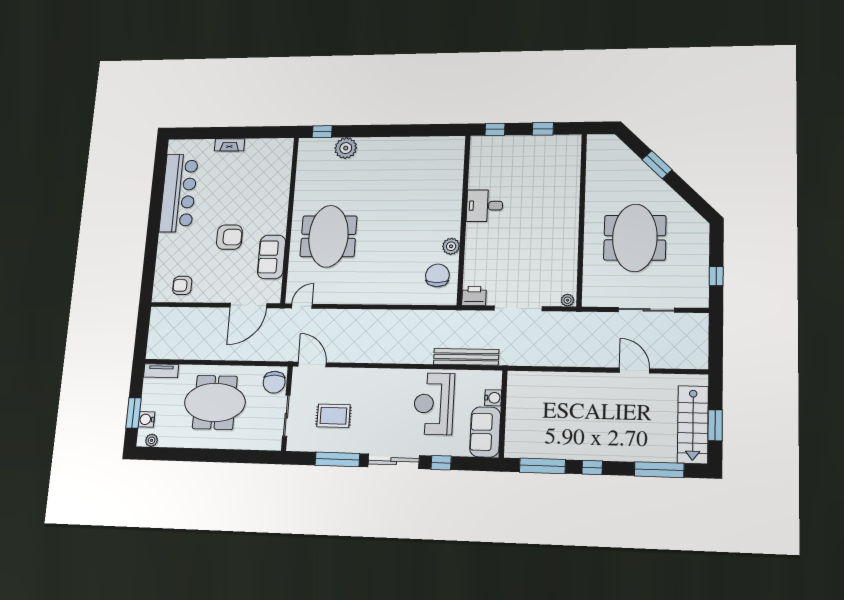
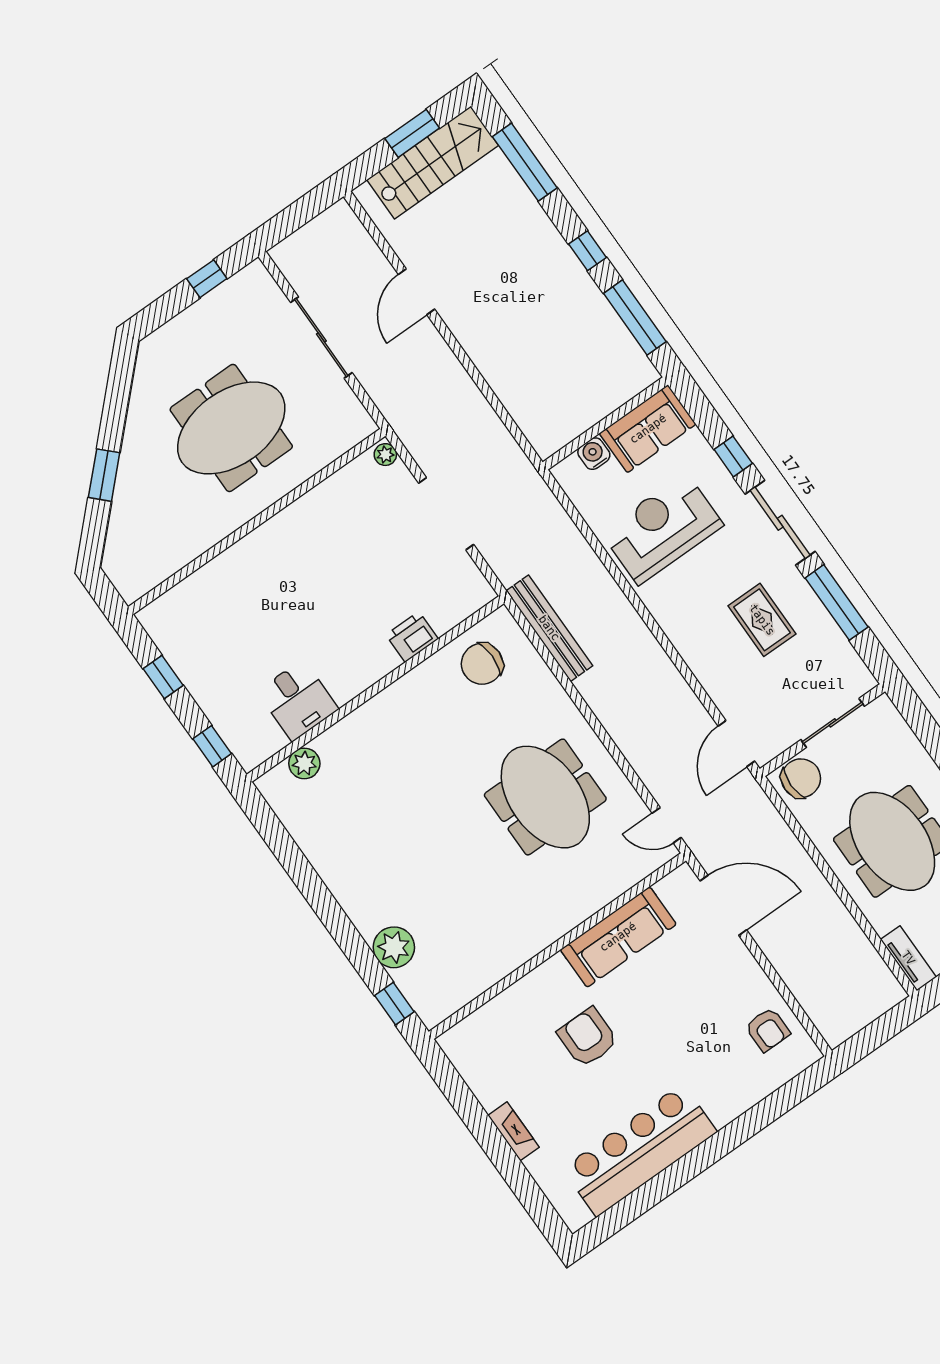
desk: (485, 206) -> (298, 700), moved
meeting table: (328, 236) -> (545, 797), moved, turned 90
armchair: (229, 237) -> (588, 1037), moved
plant: (451, 246) -> (304, 763), moved
sofa: (272, 257) -> (618, 937), width x1.36
printer: (474, 296) -> (412, 637), moved, turned 90
bench: (466, 357) -> (549, 628), moved
reception desk: (434, 404) -> (662, 529), turned 180
rug: (333, 416) -> (762, 620), moved

